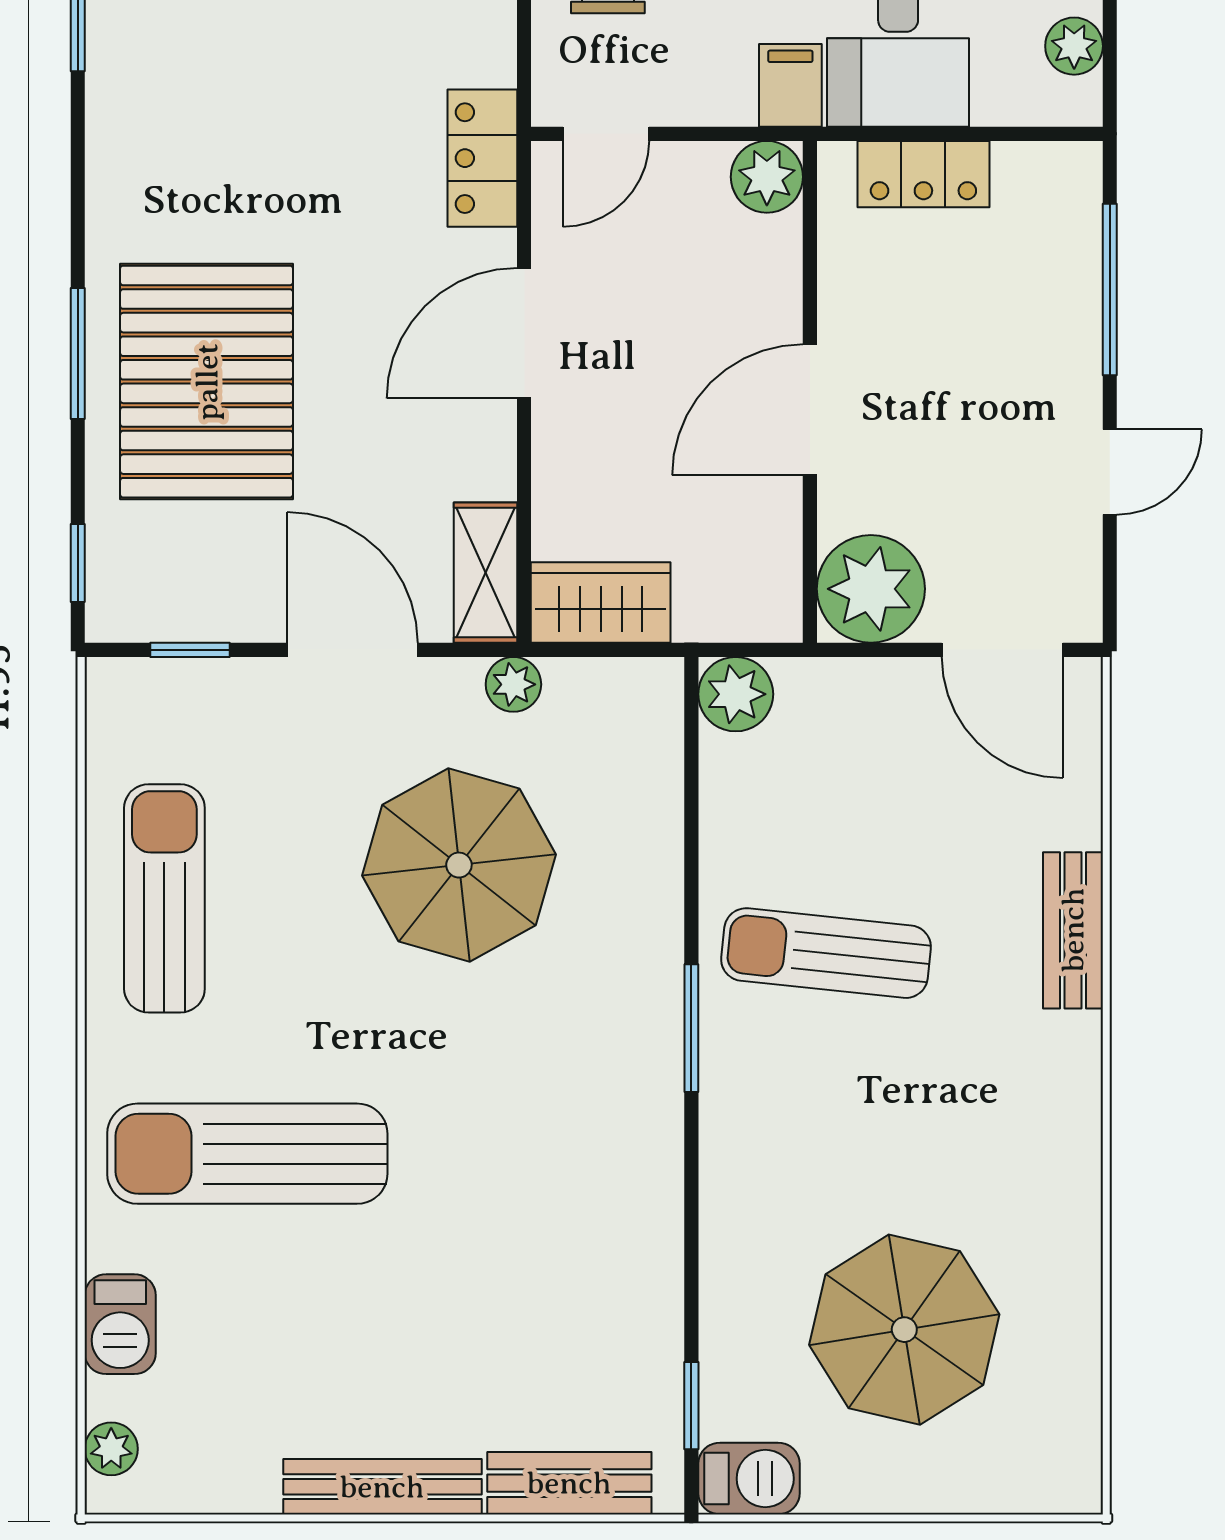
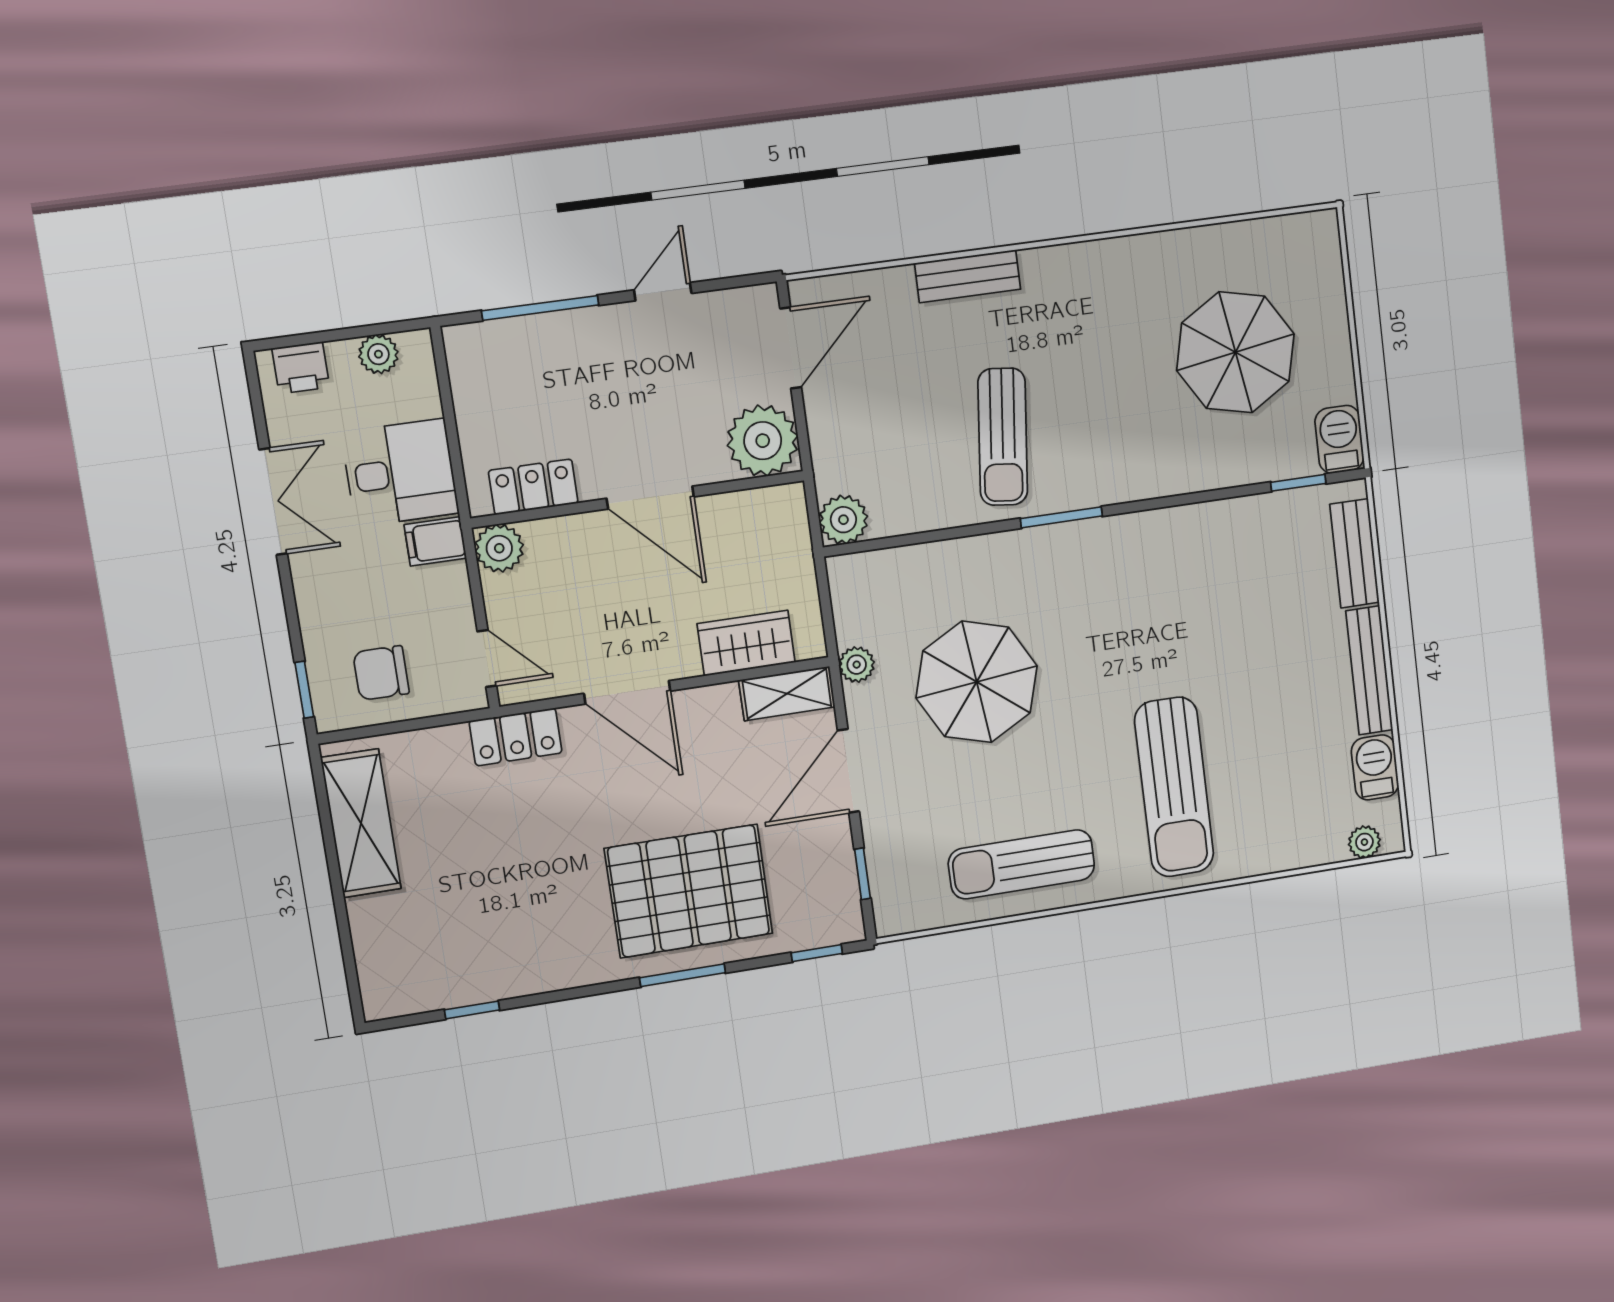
locker: (923, 174) -> (533, 487), moved, turned -90
door: (1110, 472) -> (663, 292), hinge flipped
wardrobe: (601, 602) -> (746, 643), moved, turned 90
barbecue: (120, 1324) -> (1375, 767), moved, turned -90

